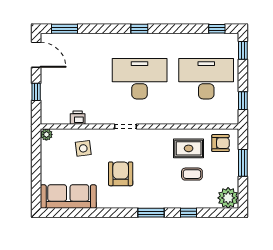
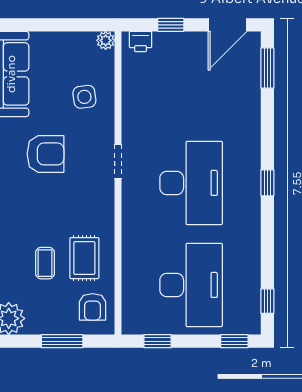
printer: (78, 118) -> (141, 42), moved, turned 90

